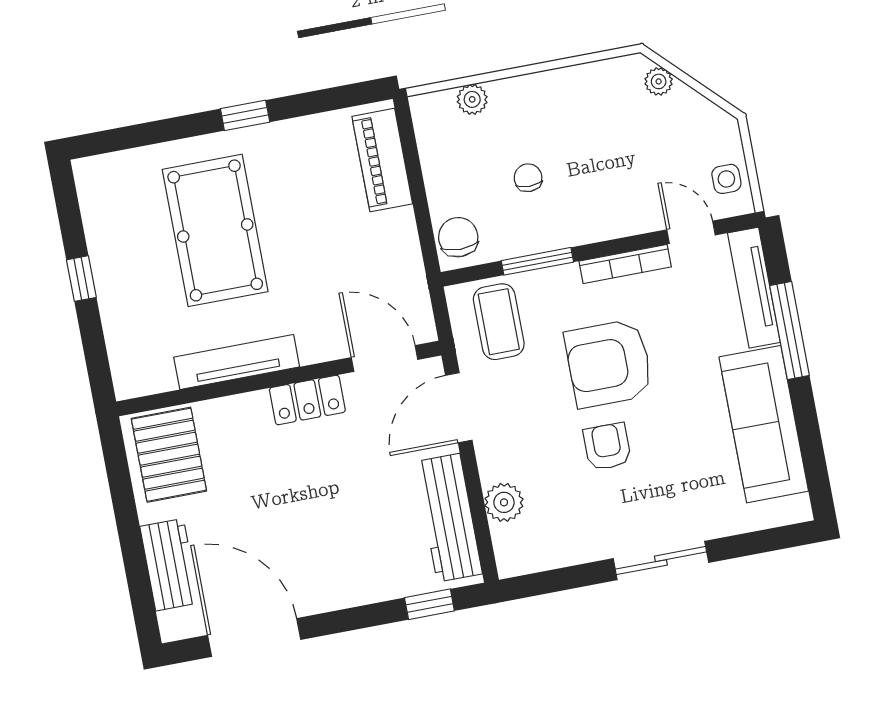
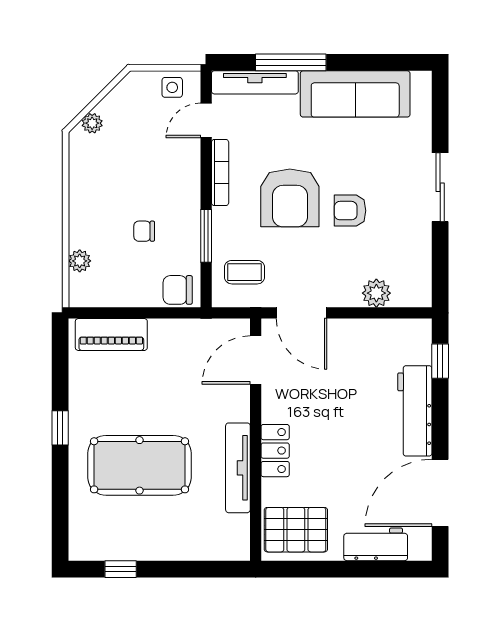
window: (81, 279) -> (121, 569), moved
coffee table: (499, 322) -> (245, 272), width x0.73, depth x0.77
locker: (307, 400) -> (275, 451), moved
workbench: (449, 518) -> (415, 411), moved, turned 90

